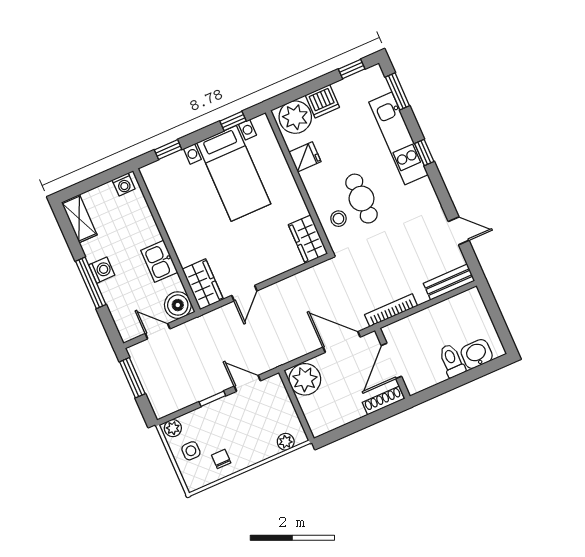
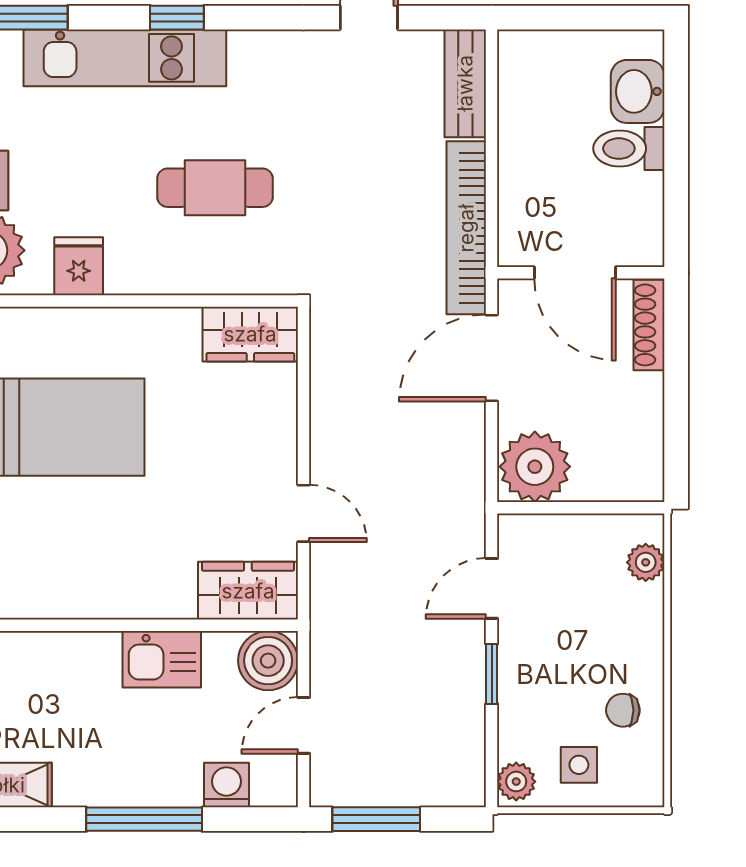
stool: (338, 219) -> (235, 253), removed
washing machine: (102, 270) -> (226, 785), moved
bookcase: (391, 310) -> (466, 228), width x1.48, depth x1.31

